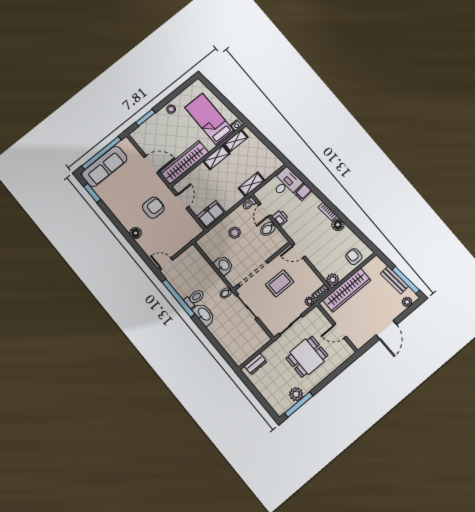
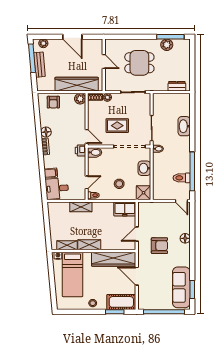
cot: (147, 131) -> (121, 302), added
sofa: (104, 166) -> (181, 287), moved, turned -90
armchair: (153, 208) -> (159, 246), turned 180
printer: (280, 218) -> (80, 150), moved
bidet: (268, 229) -> (95, 152), moved
shower: (206, 243) -> (144, 193), added
toilet: (194, 298) -> (182, 178), moved
washbasin: (204, 314) -> (184, 126), moved
door: (386, 330) -> (72, 37), swing flipped

